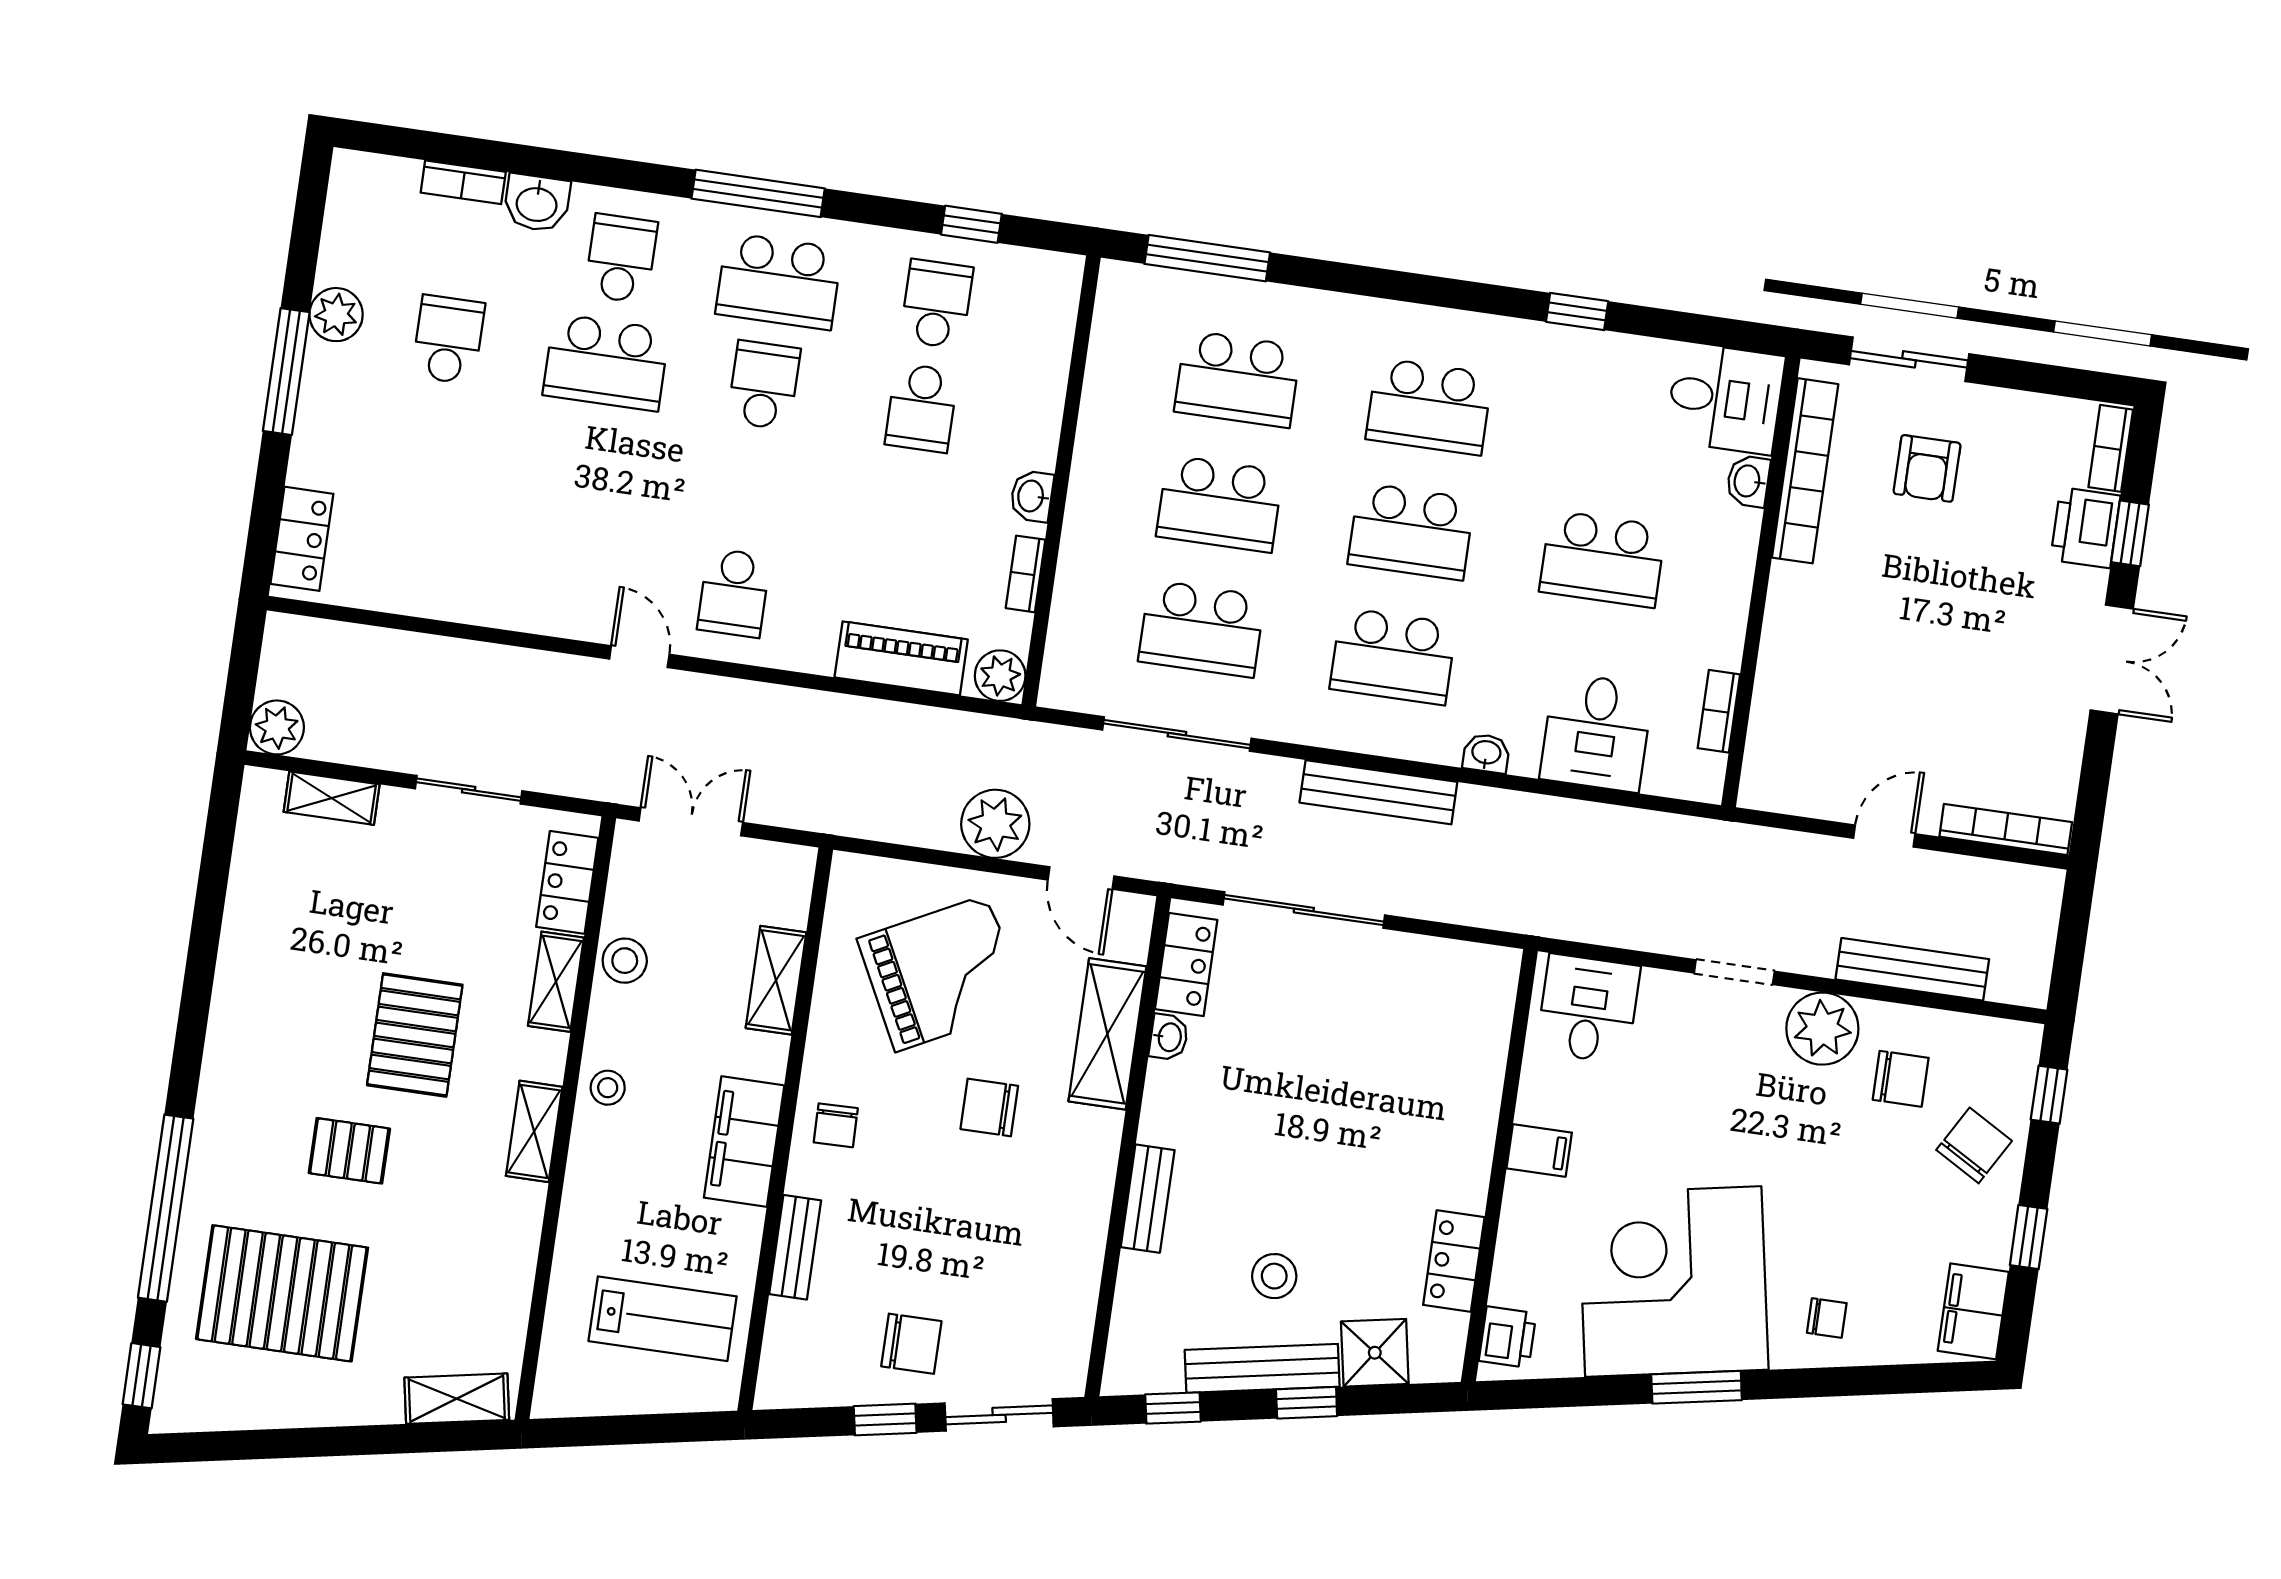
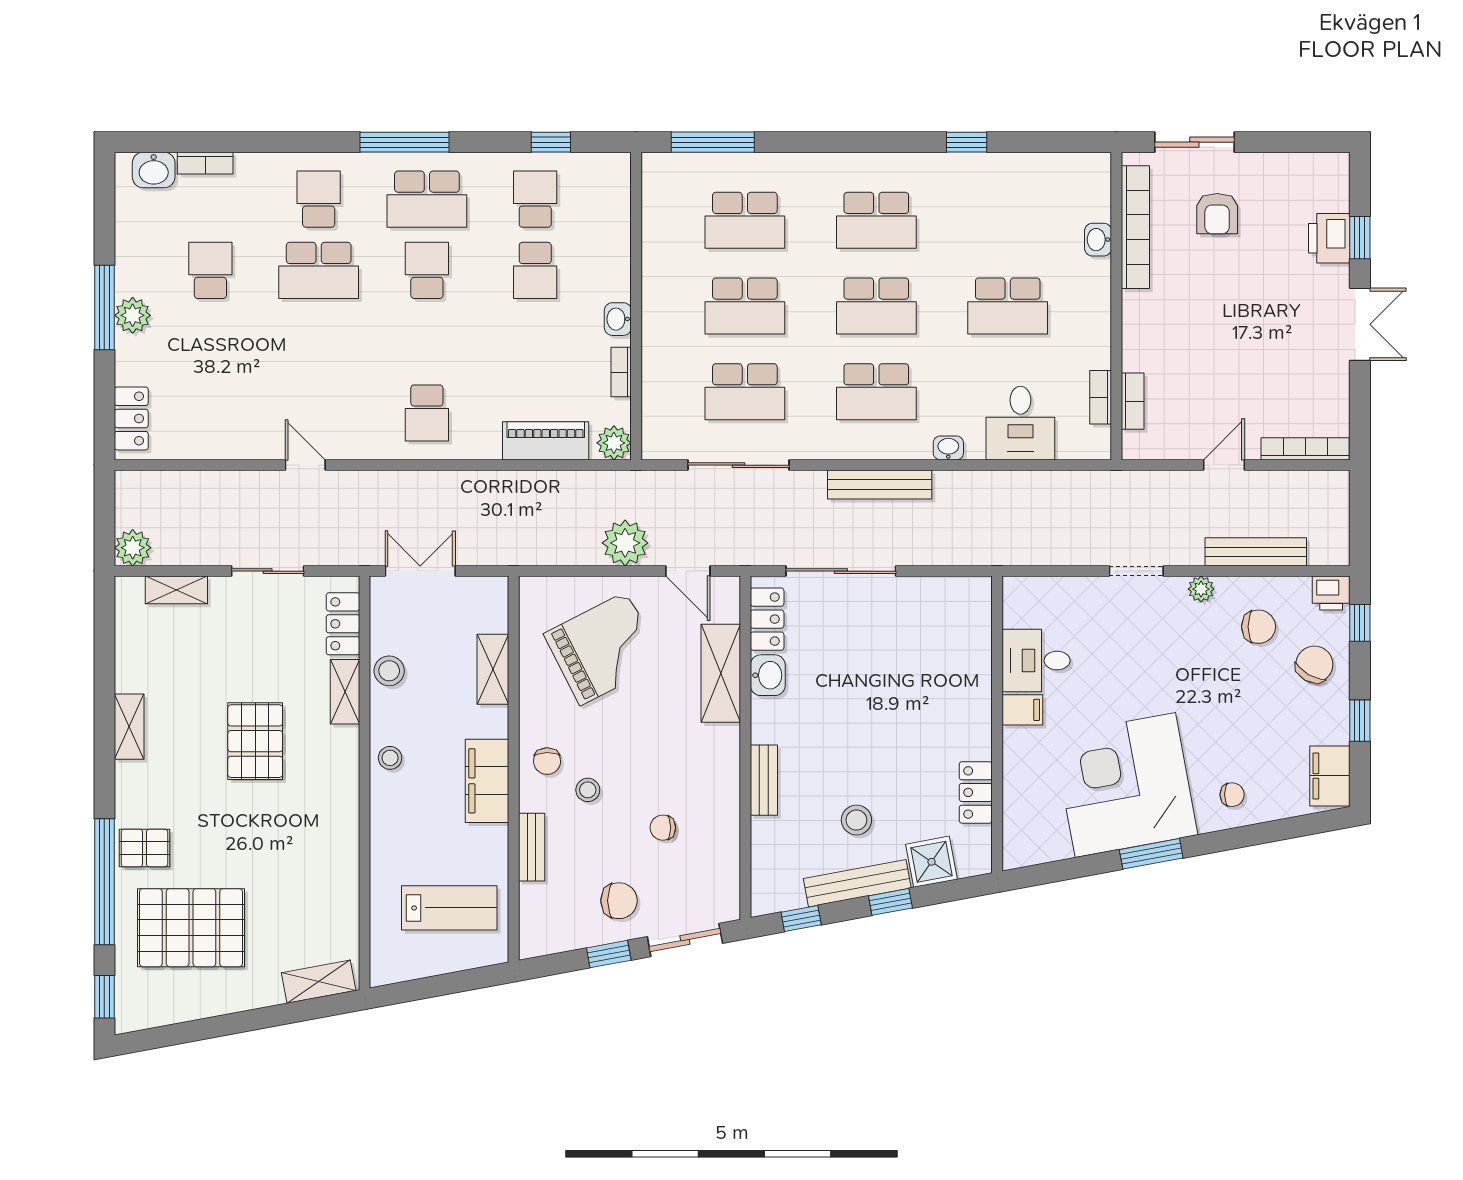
washbasin: (537, 203) -> (154, 170), moved
plant: (336, 315) -> (133, 315), moved
desk: (1725, 398) -> (1075, 186), removed
bookcase: (2111, 448) -> (1133, 401), moved, turned 180
door: (639, 657) -> (305, 465), moved
desk: (1588, 1009) -> (1036, 661), moved, turned -90
plant: (1822, 1029) -> (1201, 589), width x0.53, depth x0.53
washbasin: (1169, 1037) -> (768, 675), width x1.38, depth x1.45
chair: (989, 1107) -> (663, 828), moved, width x0.73, depth x0.73
shelving: (534, 1131) -> (129, 727), moved
pallet: (349, 1151) -> (144, 848), moved
stool: (889, 1176) -> (588, 790), added
printer: (1508, 1337) -> (1331, 593), moved, turned 90

